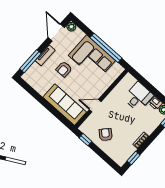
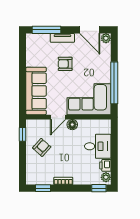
door: (56, 33) -> (90, 30), swing flipped
corner sofa: (92, 58) -> (89, 99), moved, turned 90
floor lamp: (109, 101) -> (72, 125), added
door: (95, 106) -> (58, 117), swing flipped

